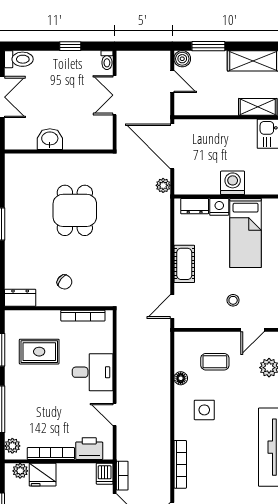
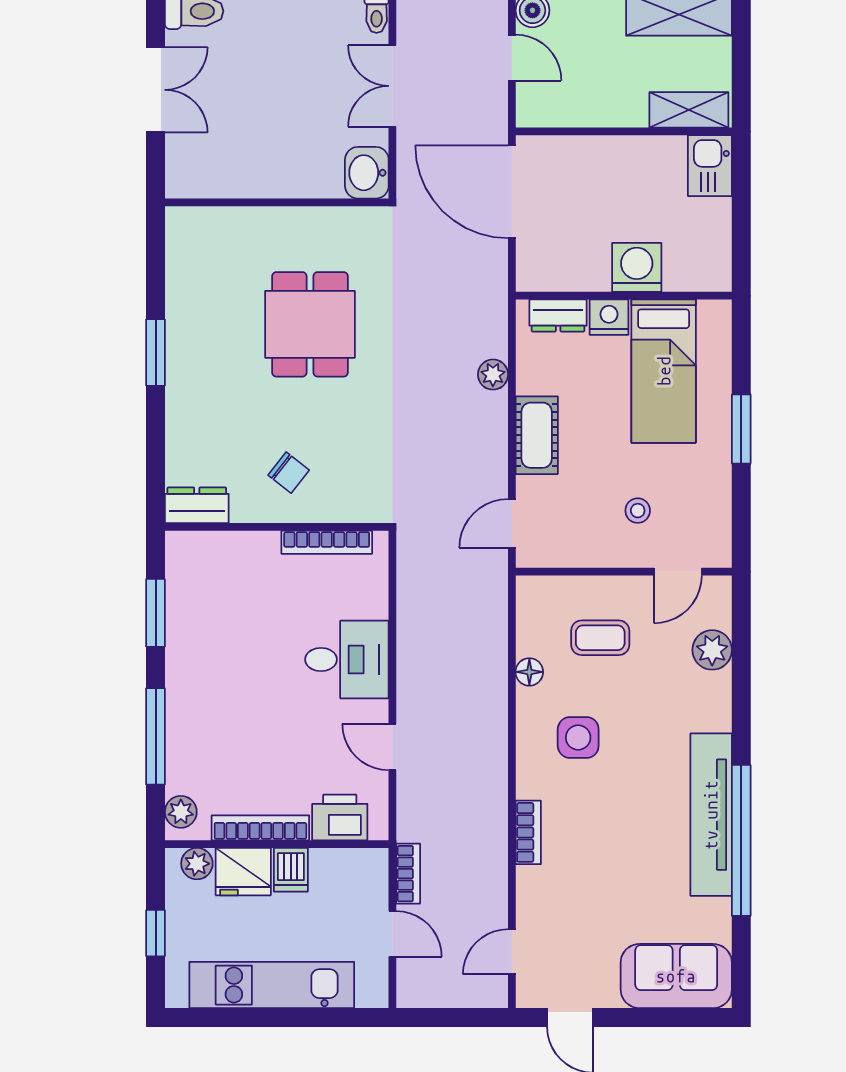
washbasin: (50, 139) -> (367, 173), moved, turned -90
plant: (163, 185) -> (493, 375), moved
rug: (39, 352) -> (236, 617), removed
bookcase: (180, 464) -> (528, 832), width x0.64
dishwasher: (105, 474) -> (291, 870), moved

